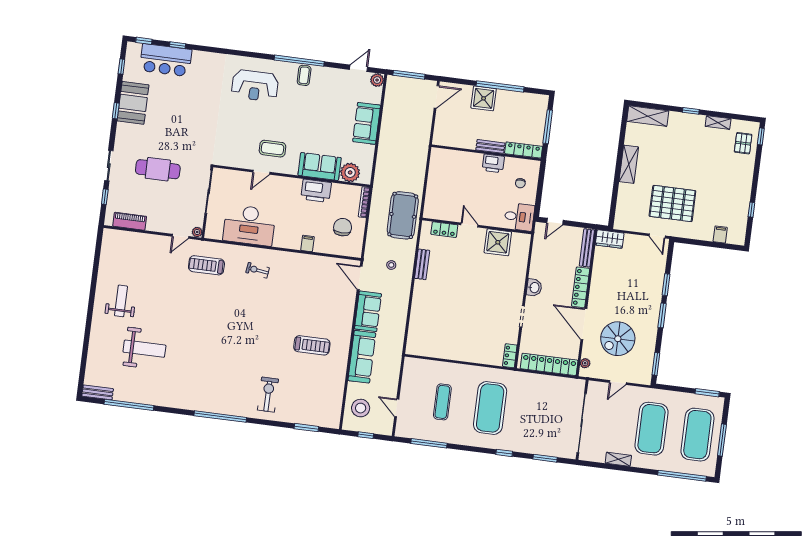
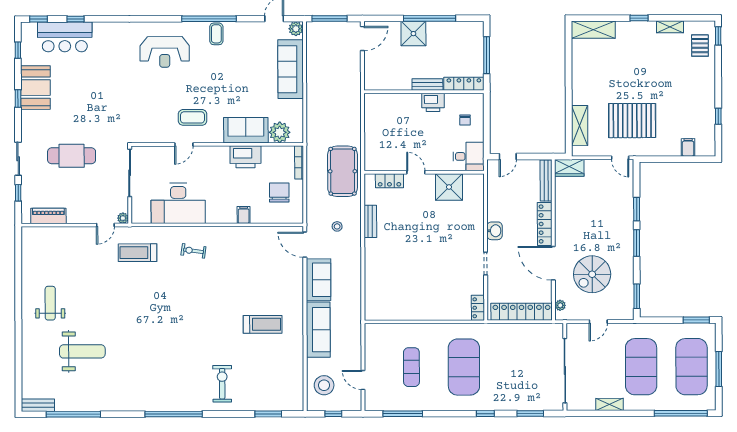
sofa: (367, 123) -> (291, 69), width x1.36
shelving: (629, 164) -> (580, 126), moved

